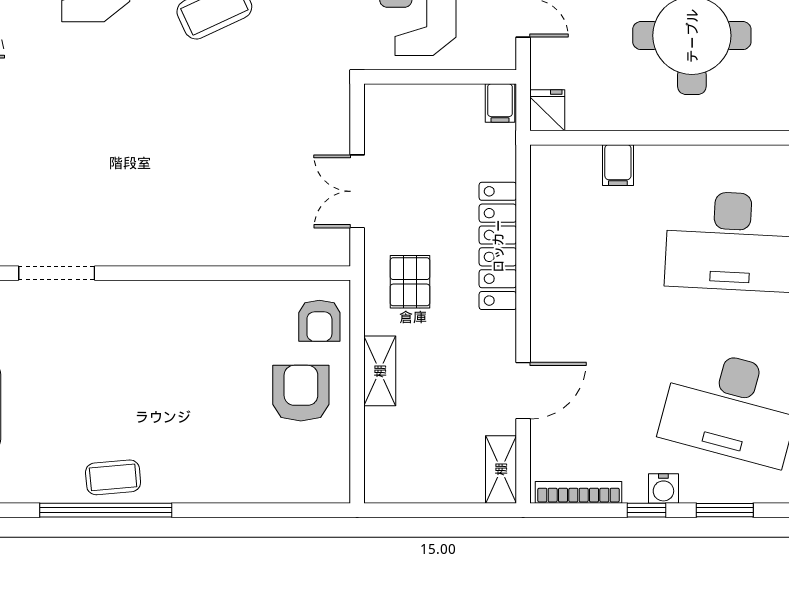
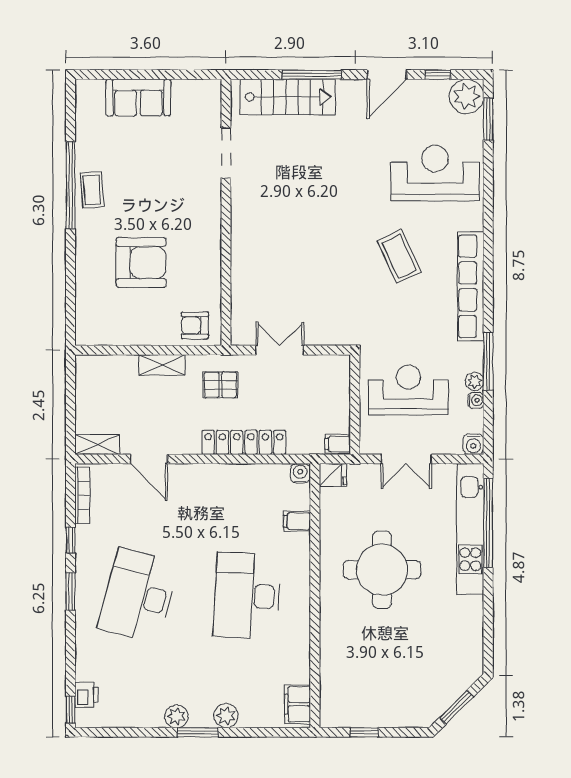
armchair: (301, 393) -> (141, 263), moved, width x1.36, depth x1.36
water cooler: (663, 489) -> (300, 473), moved, turned 90

